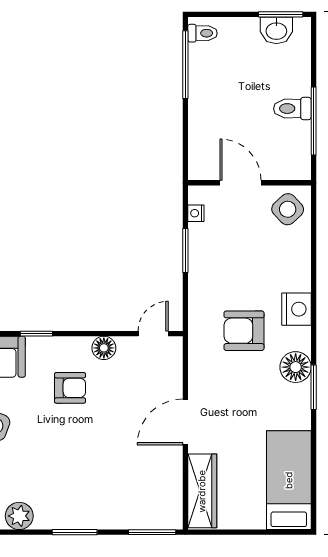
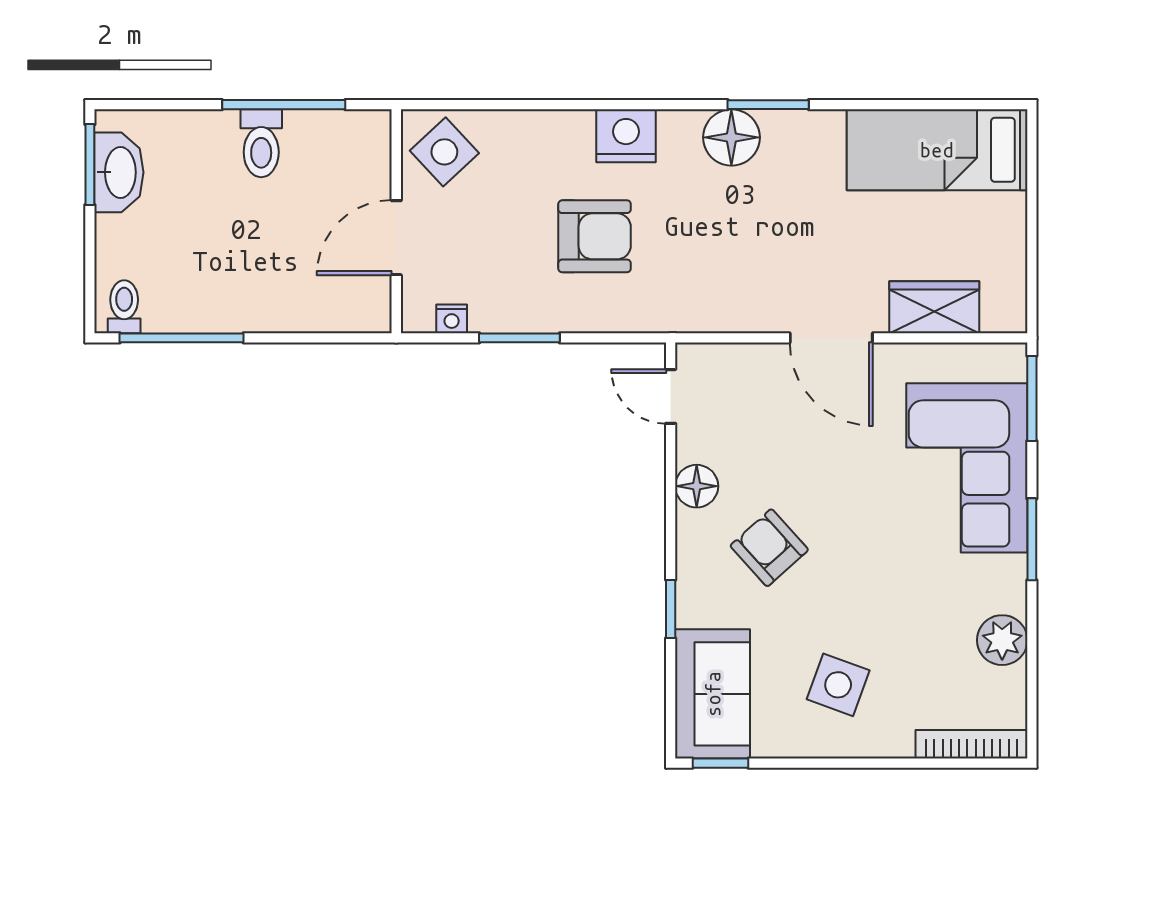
washbasin: (276, 30) -> (119, 172), width x1.38
armchair: (244, 331) -> (595, 236), moved, turned -90
armchair: (70, 388) -> (769, 548), turned -42
wardrobe: (202, 491) -> (934, 307), width x0.67
corner sofa: (114, 496) -> (967, 468), added

